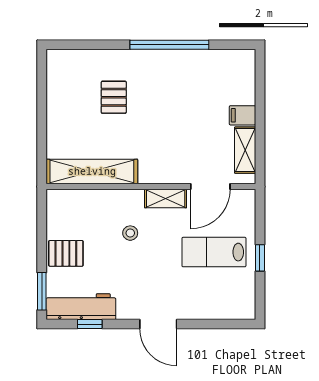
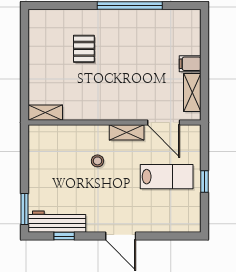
shelving: (92, 171) -> (45, 113), width x0.45, depth x0.75
door: (210, 187) -> (164, 123), hinge flipped
lab bench: (214, 252) -> (167, 177), turned 180
pallet: (66, 253) -> (44, 178), removed

